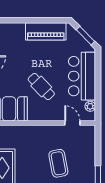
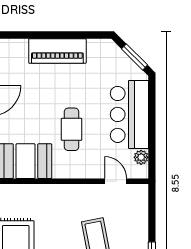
piano: (46, 31) -> (57, 51), moved
cafe table: (41, 87) -> (72, 129), turned 44

